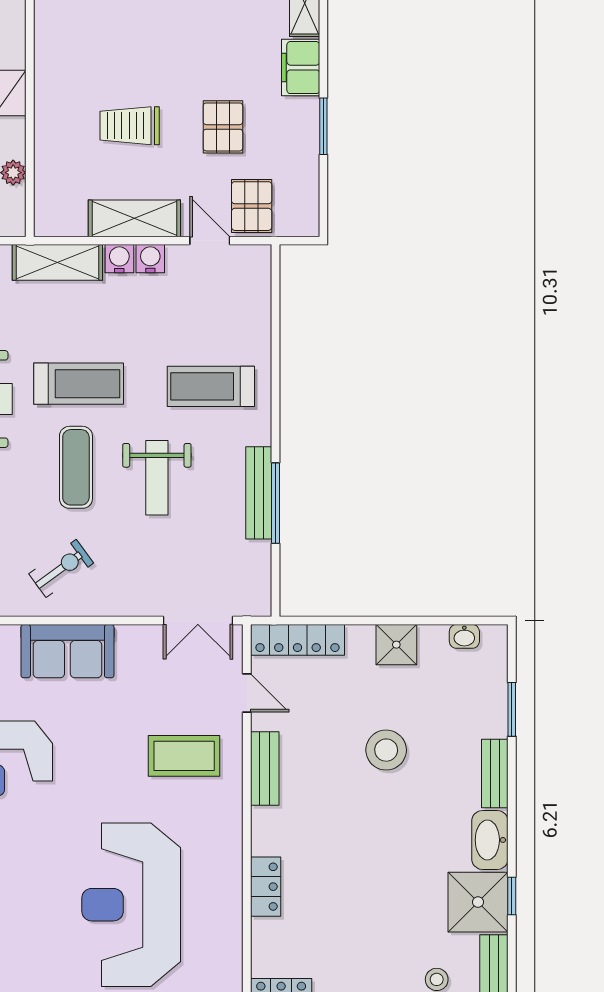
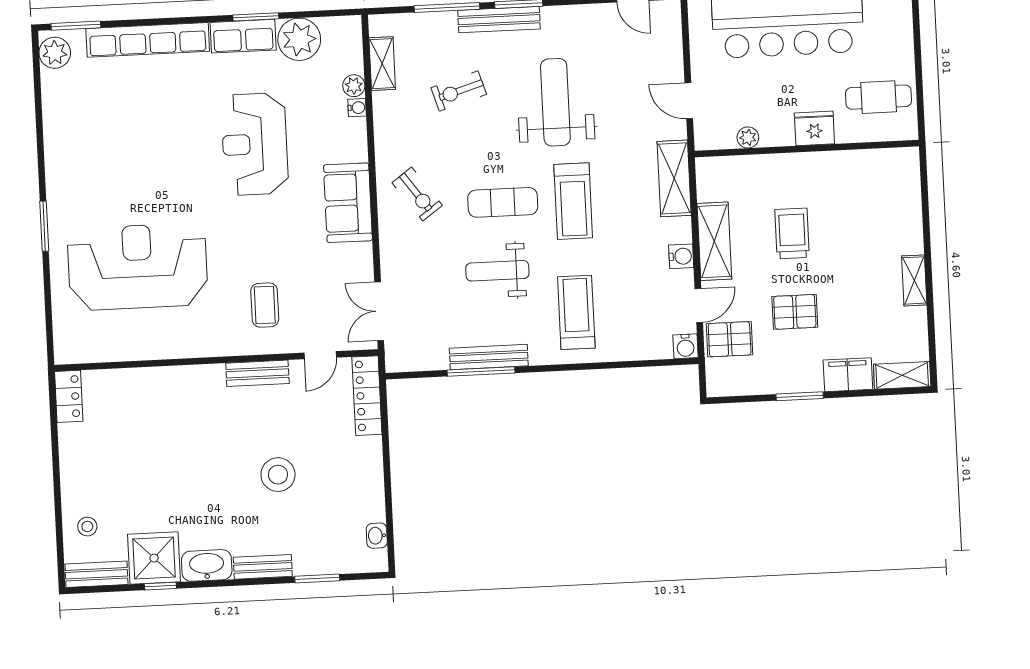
water cooler: (119, 259) -> (686, 346), moved, turned 90
shower: (396, 645) -> (367, 479), removed
coffee table: (184, 756) -> (265, 305), width x0.73, depth x0.77
locker: (266, 887) -> (158, 379), removed

